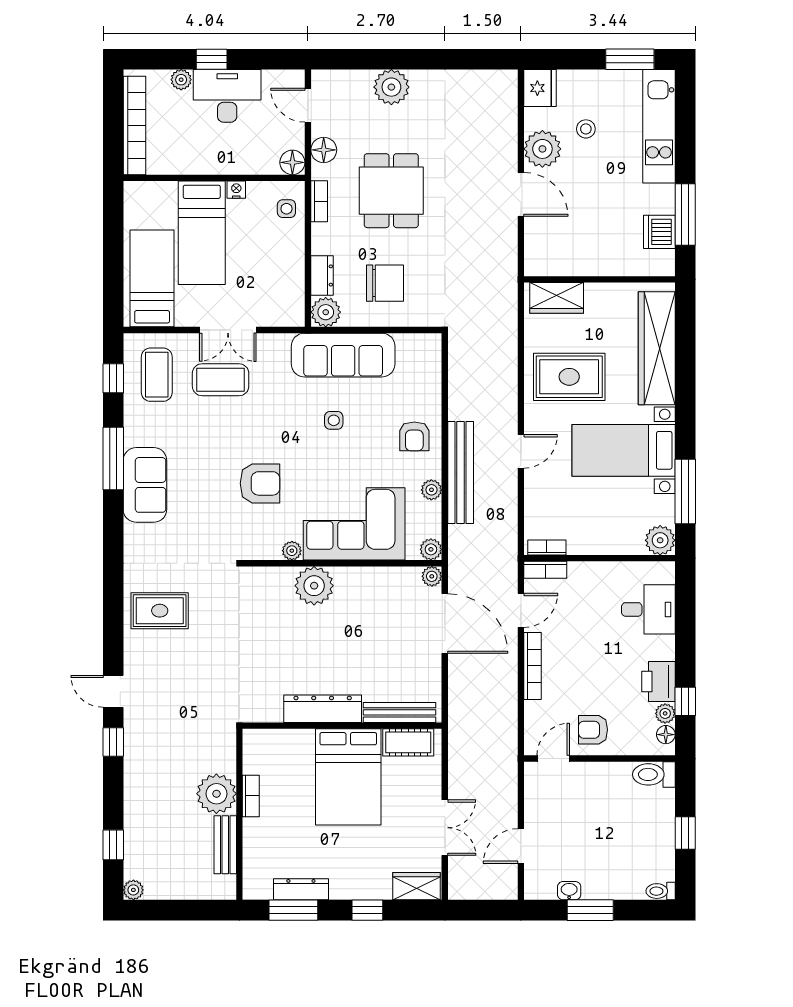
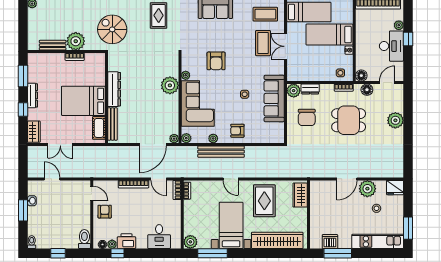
spiral stairs: (190, 713) -> (112, 29), added
dresser: (301, 889) -> (32, 95), moved

